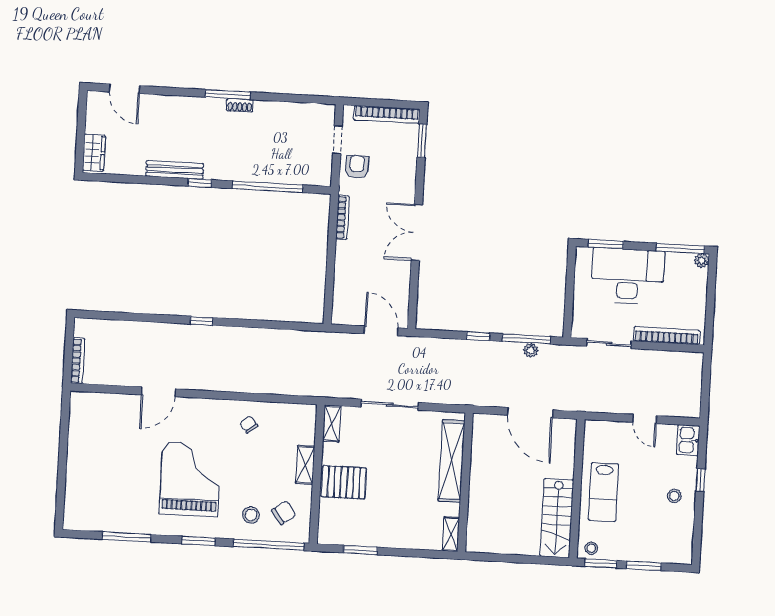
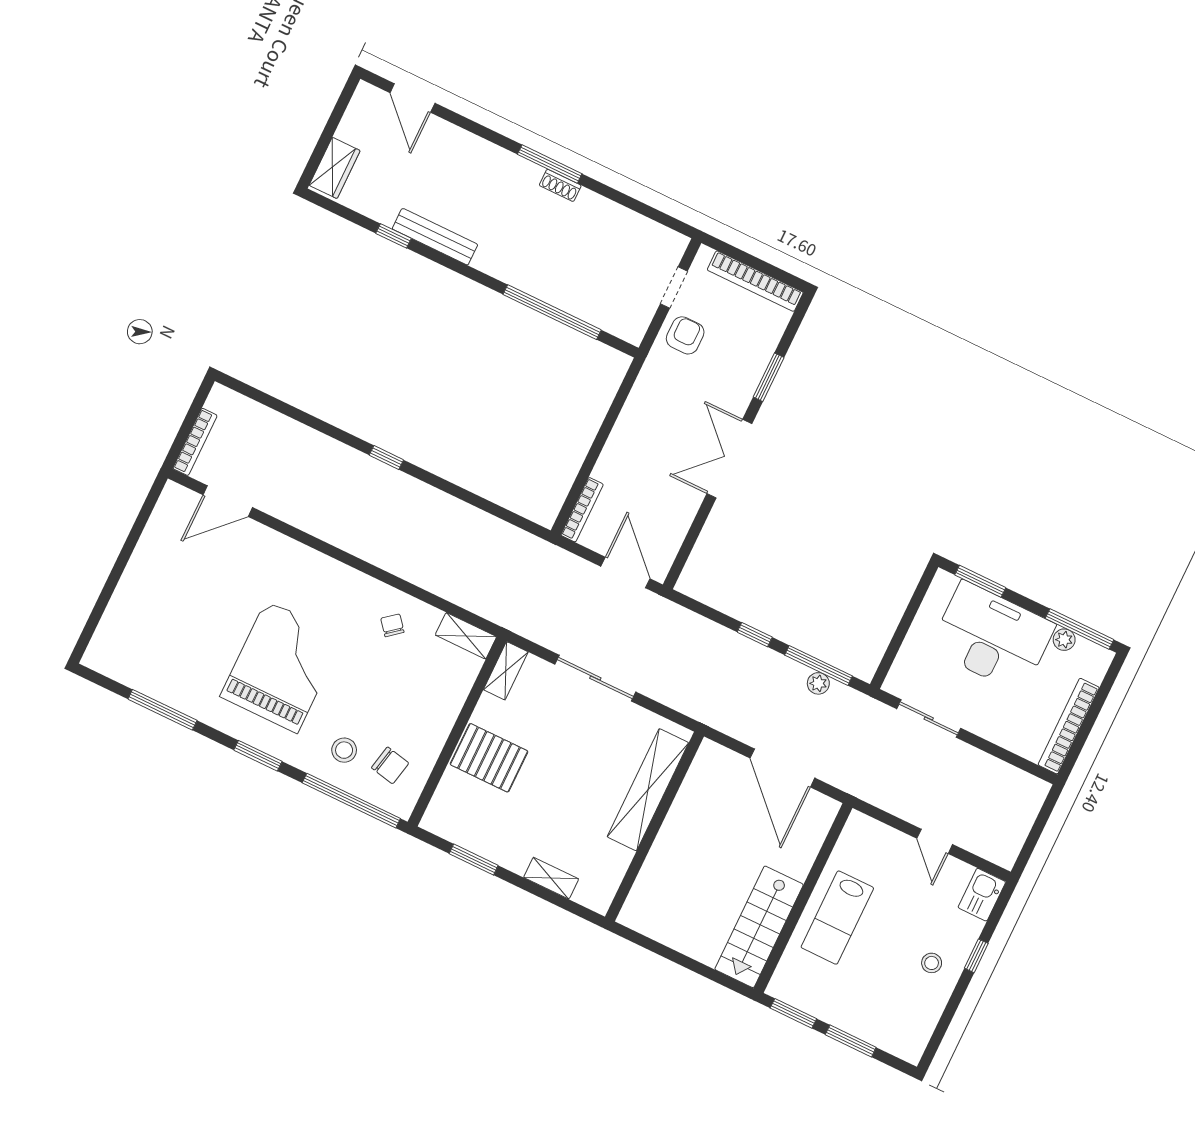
window: (422, 141) -> (769, 377), moved
window: (200, 183) -> (394, 236), moved
bookcase: (342, 217) -> (582, 510), moved
plant: (702, 261) -> (1064, 640), moved
bookcase: (667, 336) -> (1069, 726), moved, turned -90
door: (159, 392) -> (228, 501), moved
shelving: (305, 465) -> (466, 636), moved, turned 90
chair: (284, 513) -> (390, 765), turned 48
shelving: (451, 534) -> (551, 878), moved, turned 90
stool: (591, 548) -> (789, 987), removed

